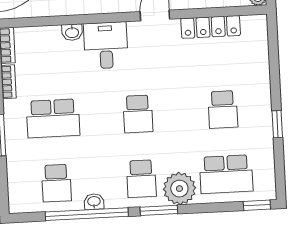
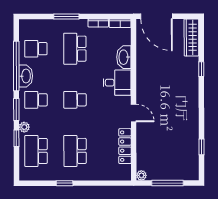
washbasin: (72, 32) -> (124, 57), width x1.91, depth x1.45
school desk: (223, 109) -> (75, 151), width x1.85
plant: (179, 189) -> (24, 127), width x0.53, depth x0.53
washbasin: (94, 202) -> (26, 76), width x1.91, depth x1.45
window: (257, 205) -> (16, 138), moved

